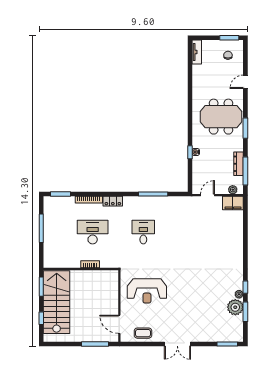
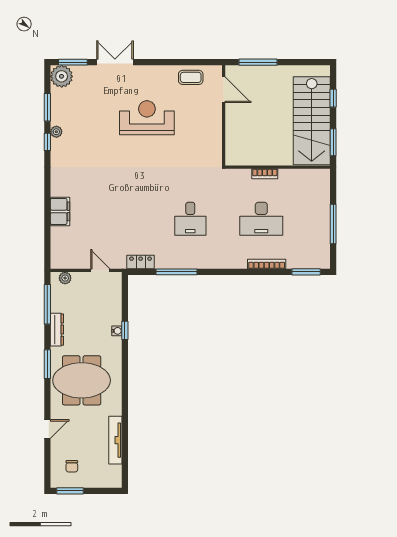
tv unit: (197, 52) -> (115, 440), moved, width x1.41
dresser: (239, 164) -> (57, 330), moved
door: (208, 195) -> (100, 270), swing flipped
locker: (113, 201) -> (141, 262), moved
filing cabinet: (233, 203) -> (60, 211), moved, turned 90
reception desk: (147, 291) -> (147, 118), moved
plant: (235, 307) -> (62, 76), moved
double door: (177, 344) -> (115, 62), moved

